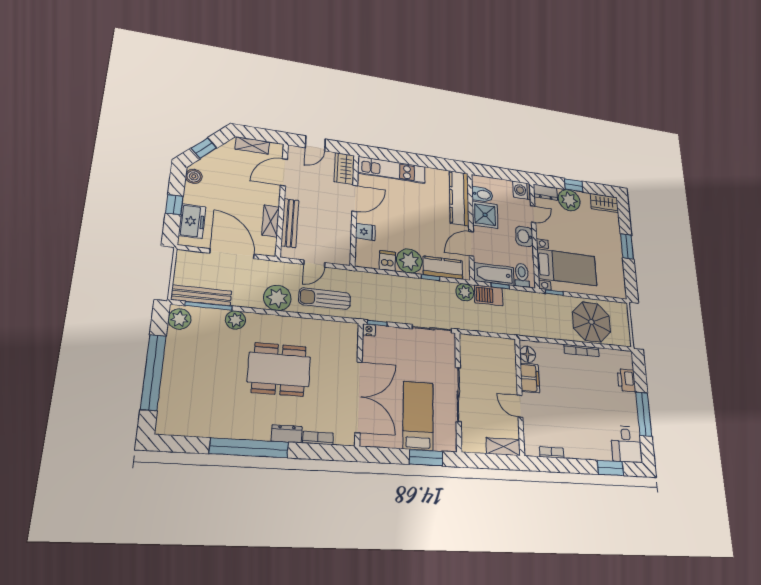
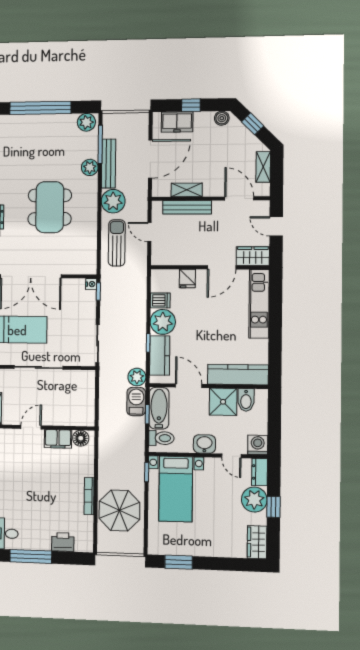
door: (355, 198) -> (222, 267), hinge flipped
window: (627, 246) -> (179, 562), moved
bench: (201, 295) -> (109, 164), moved

